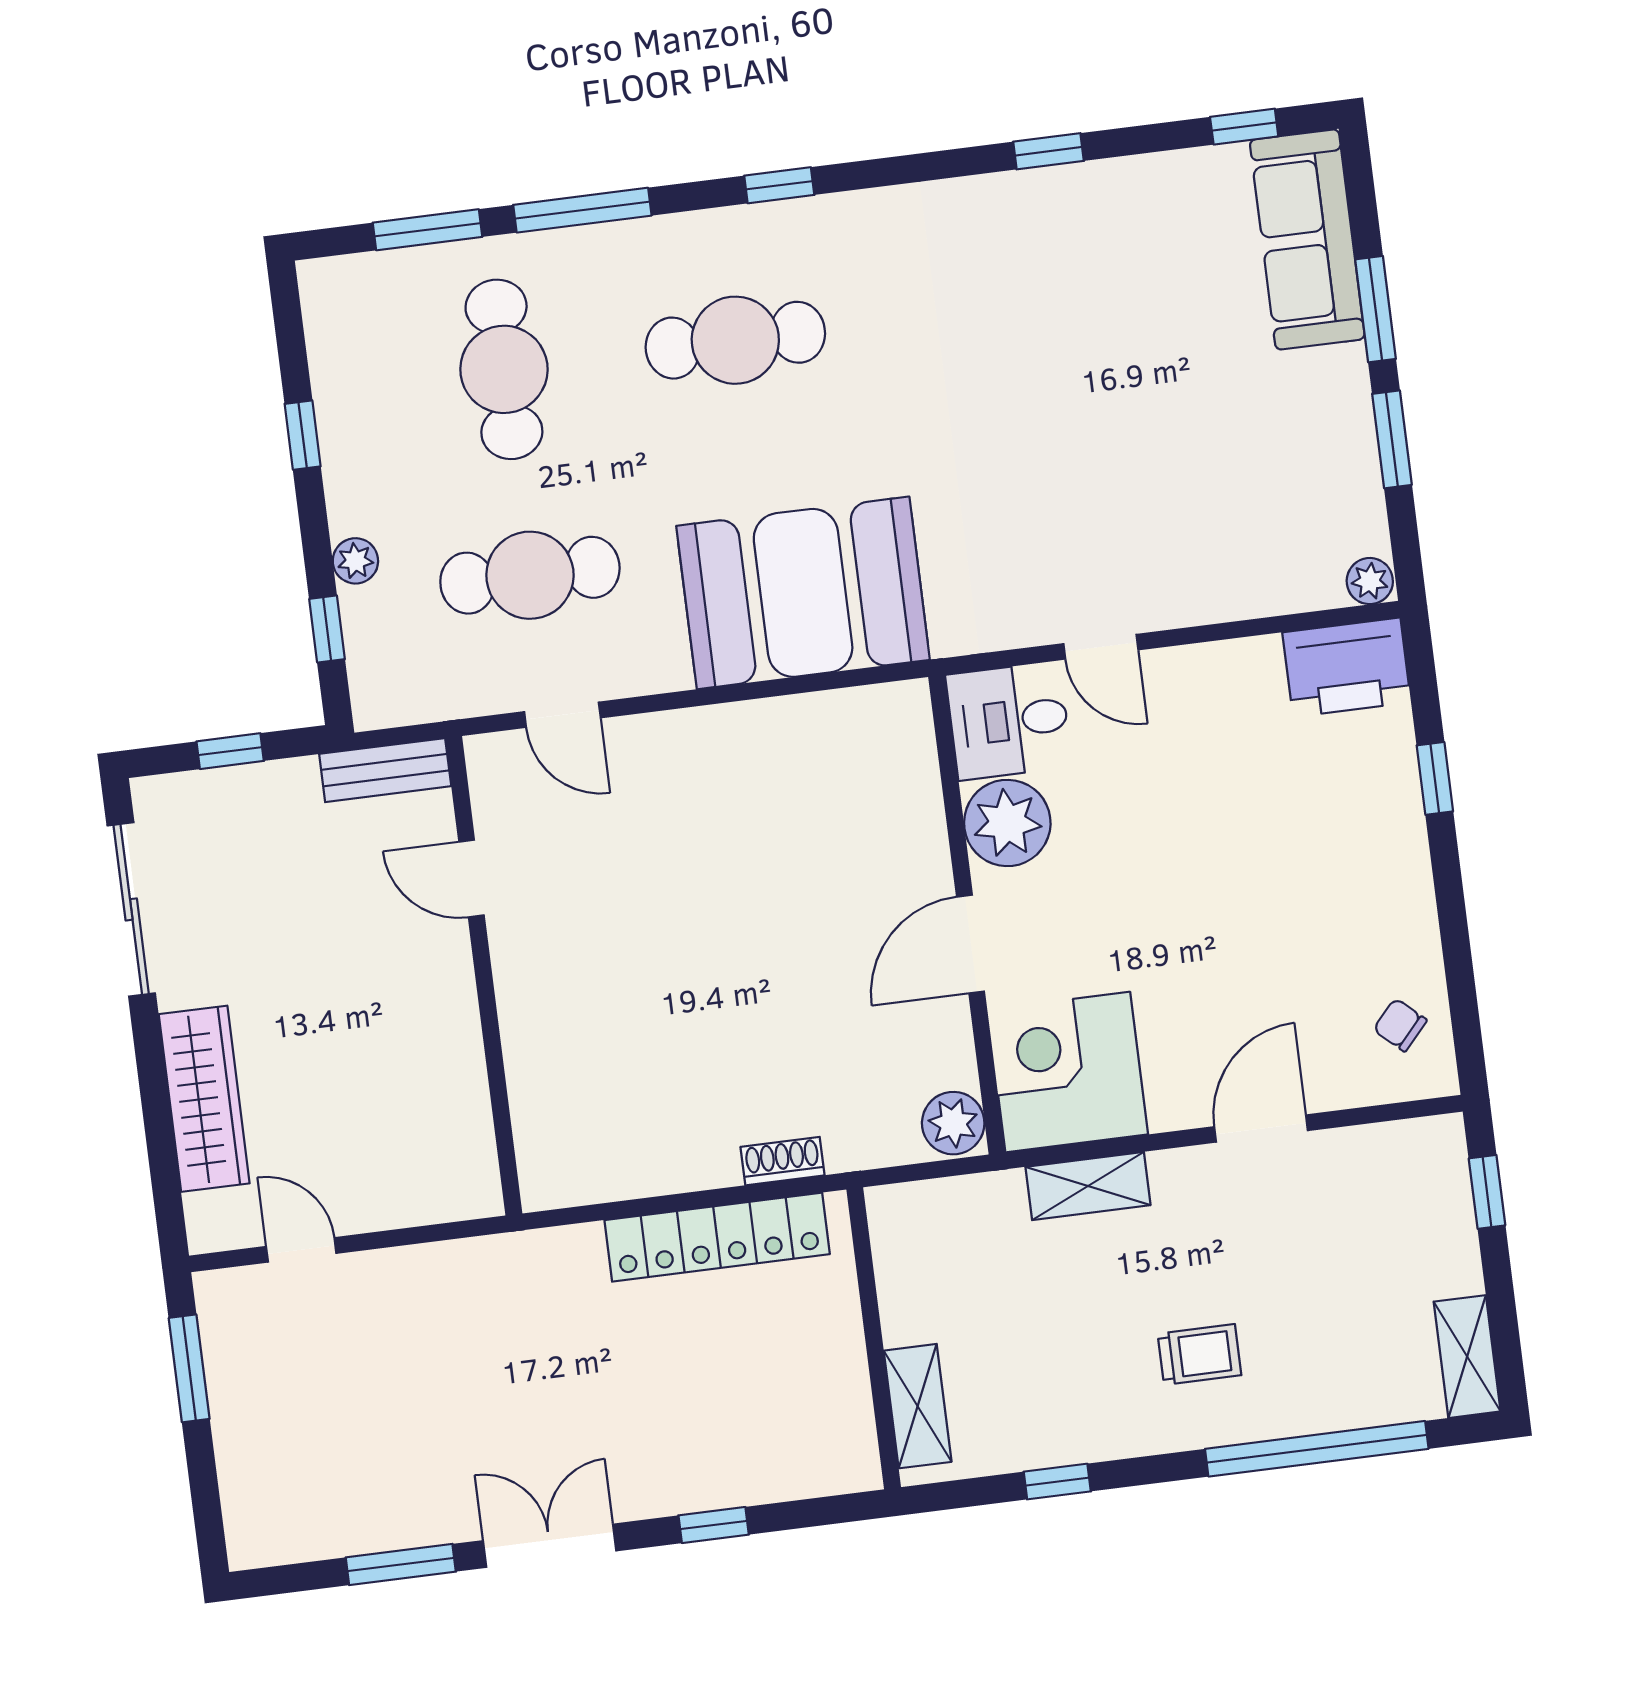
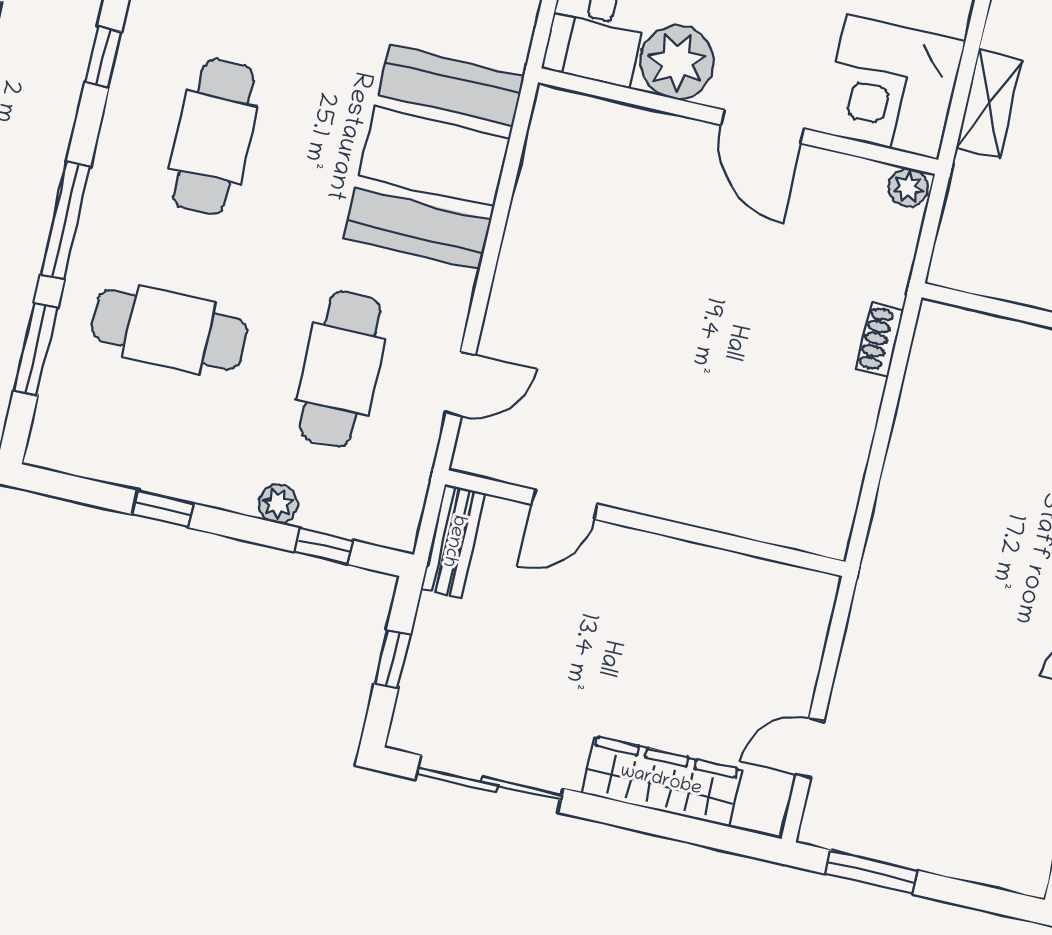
plant: (953, 1123) -> (908, 187), width x0.73, depth x0.73
locker: (717, 1237) -> (921, 414), removed

